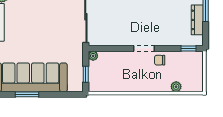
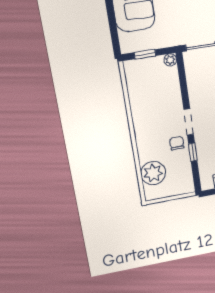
window: (189, 48) -> (193, 152), moved
plant: (176, 87) -> (153, 173), width x1.88, depth x1.88

